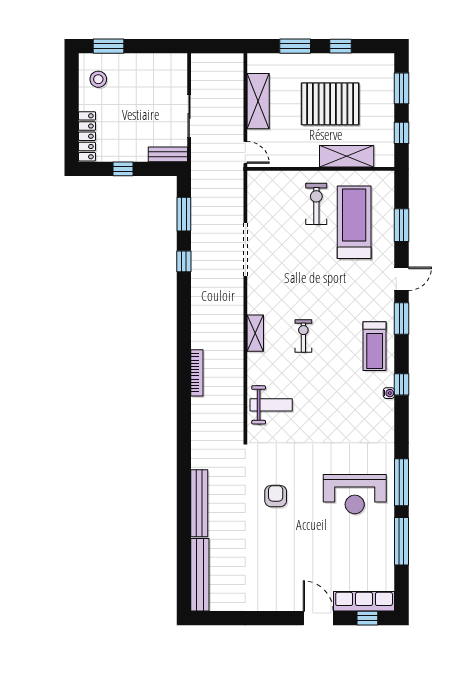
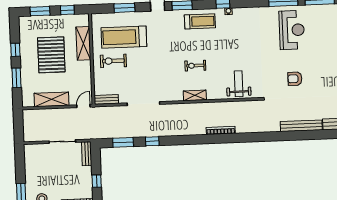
bench: (254, 190) -> (106, 99), added

